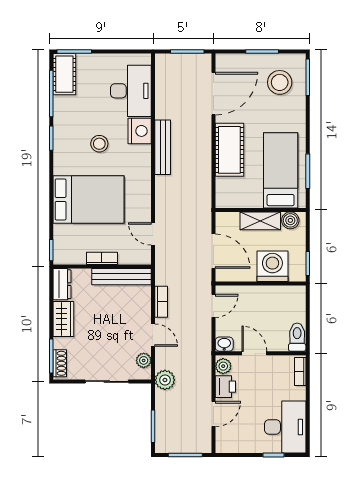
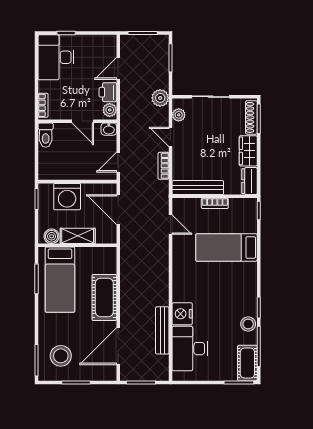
stool: (99, 144) -> (248, 324), moved
bench: (163, 147) -> (162, 330), moved
bed: (89, 199) -> (226, 247), width x0.67
shoe rack: (60, 363) -> (251, 117), width x1.43

